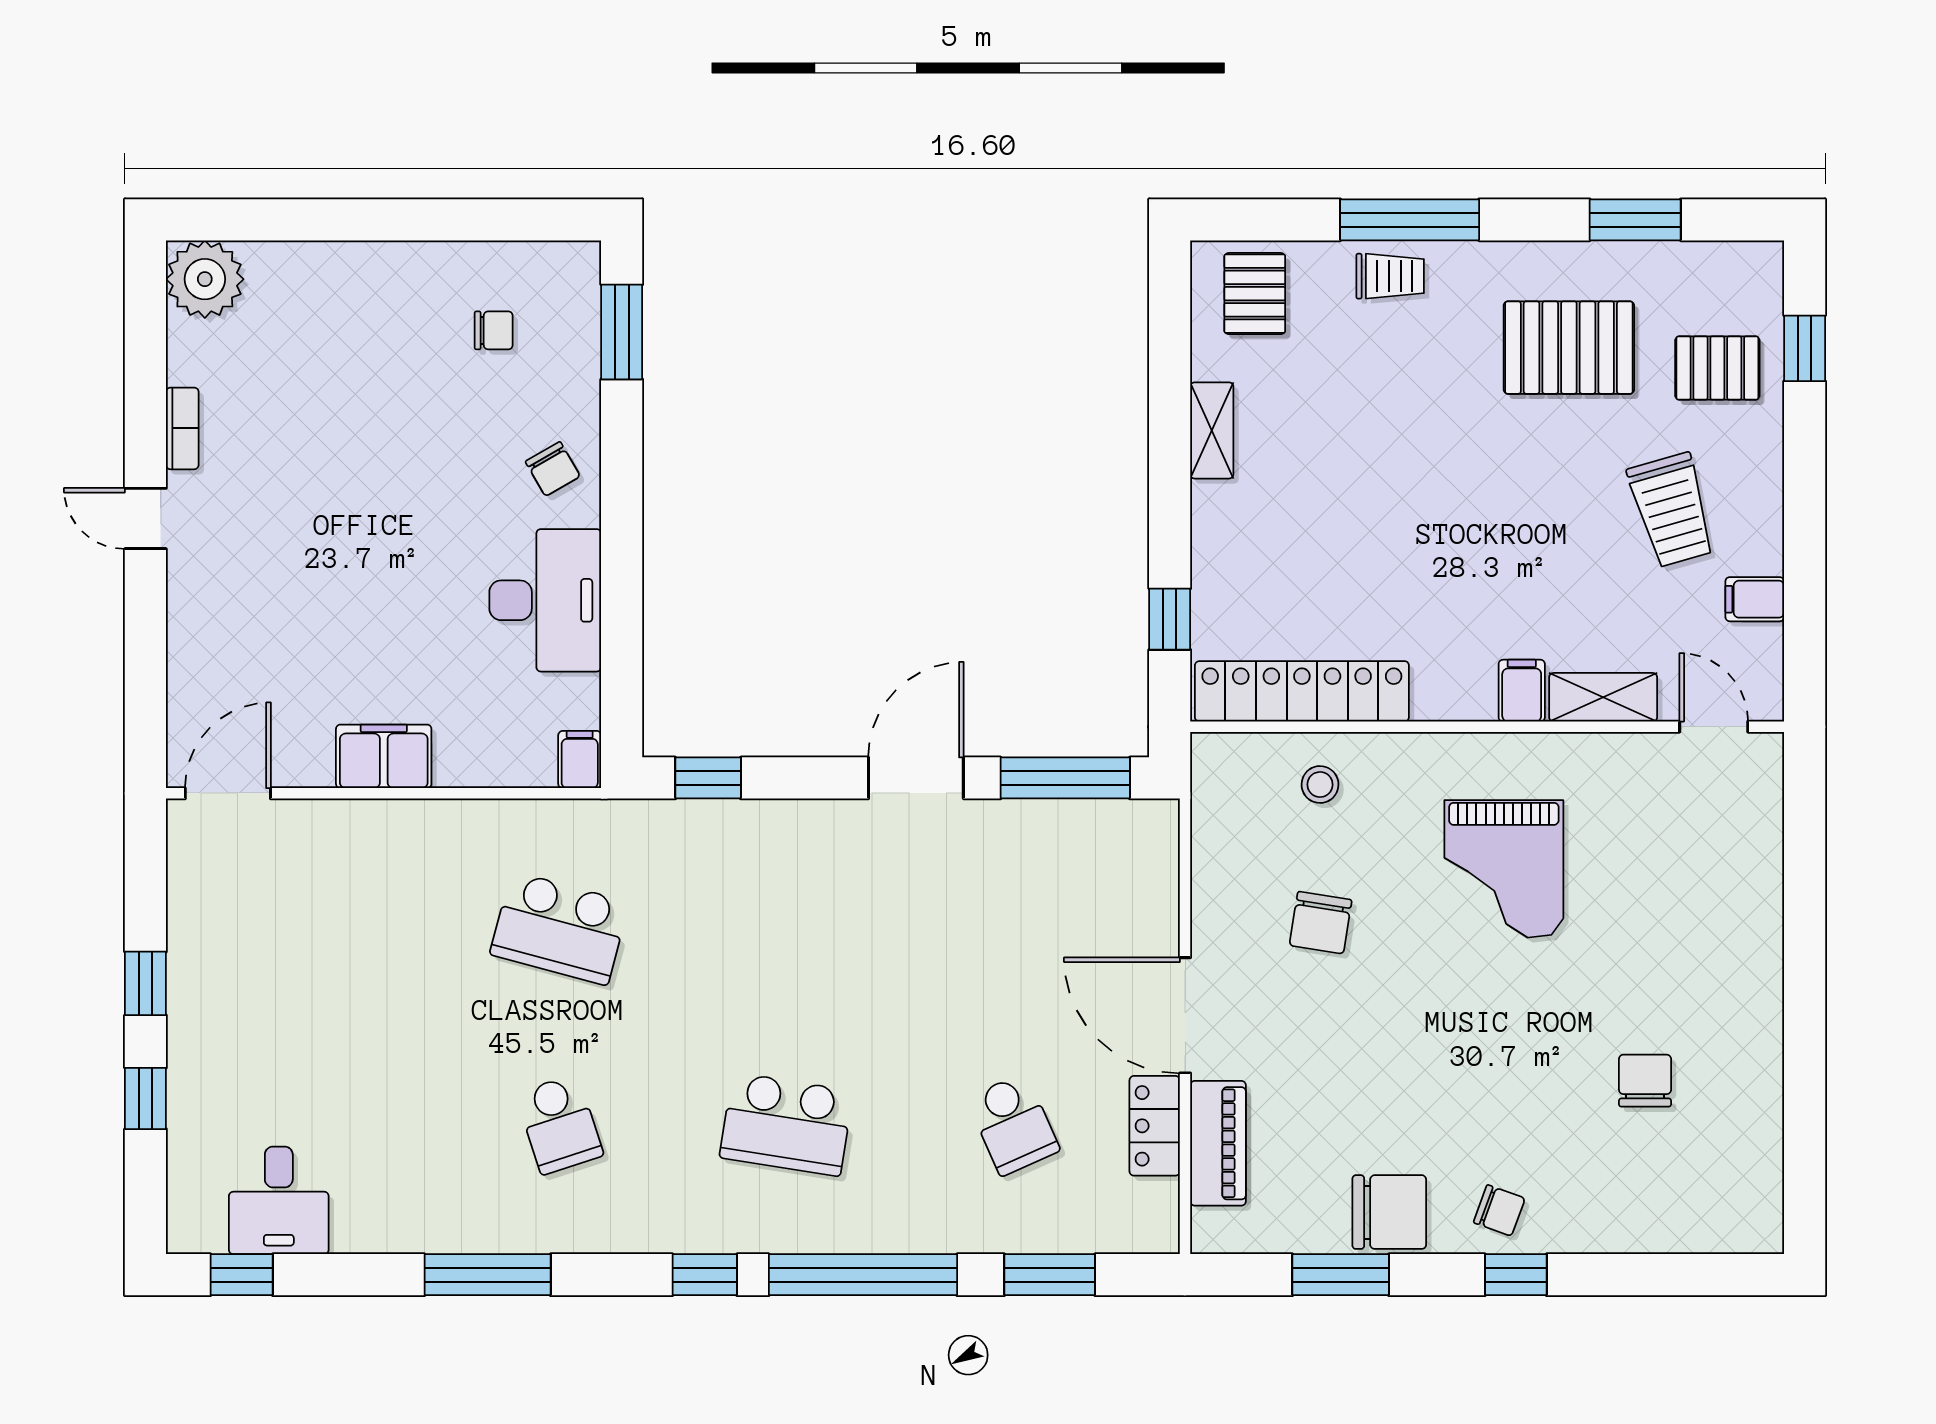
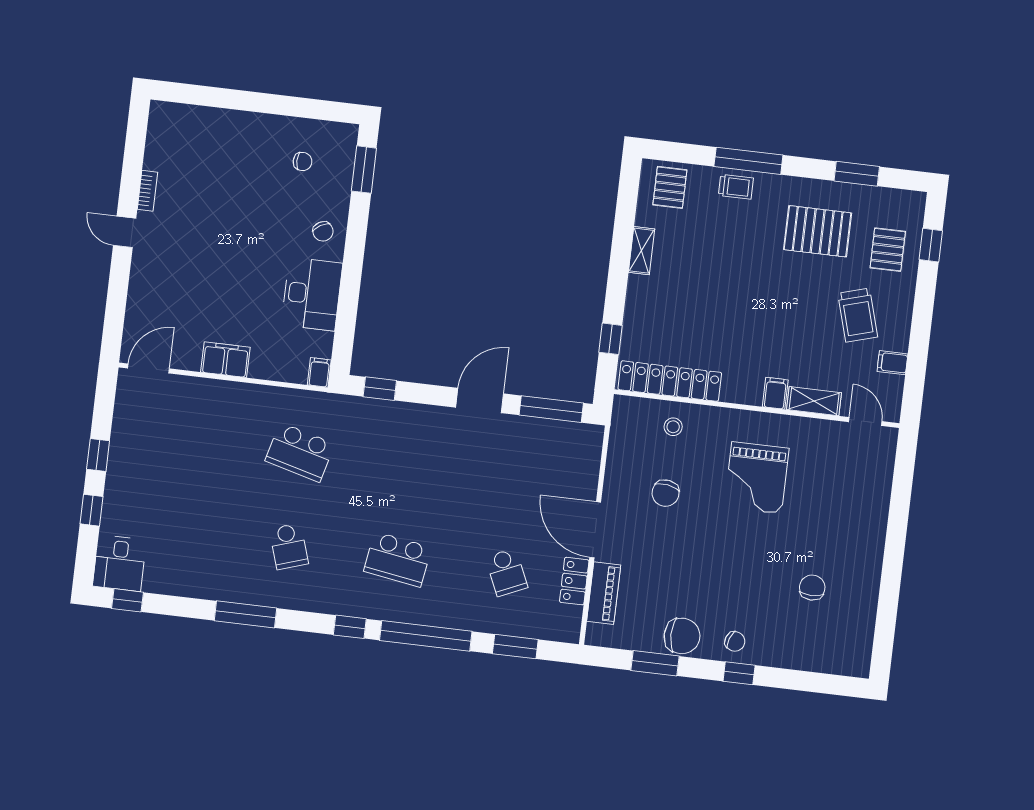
plant: (205, 279) -> (167, 120), removed
pallet: (1717, 368) -> (888, 250), turned 90
desk: (279, 1200) -> (119, 563), moved

